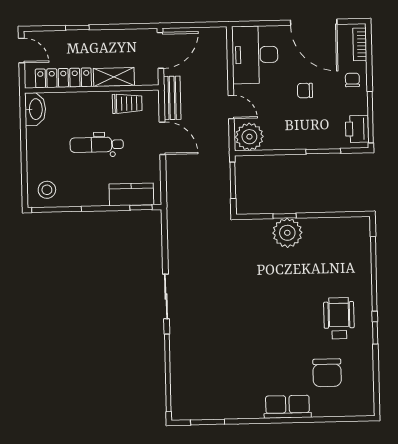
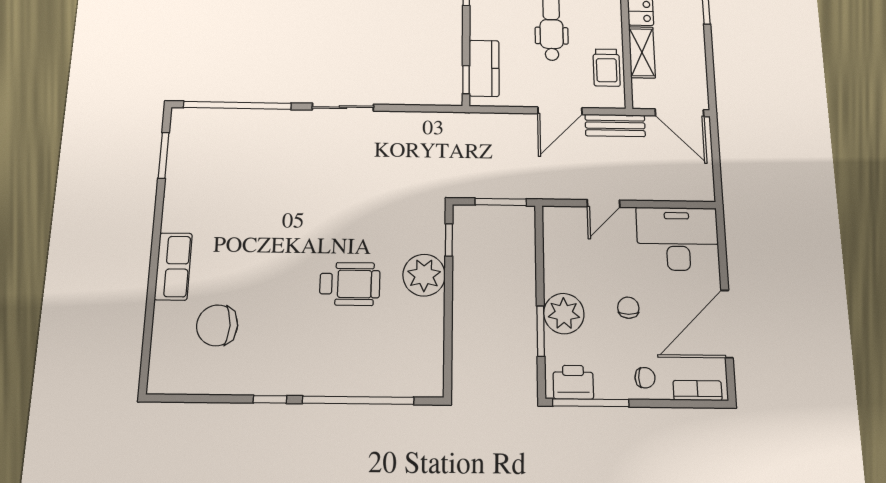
plant: (249, 137) -> (564, 314), moved
window: (285, 216) -> (449, 240), moved
wheelchair: (339, 318) -> (350, 284), moved

